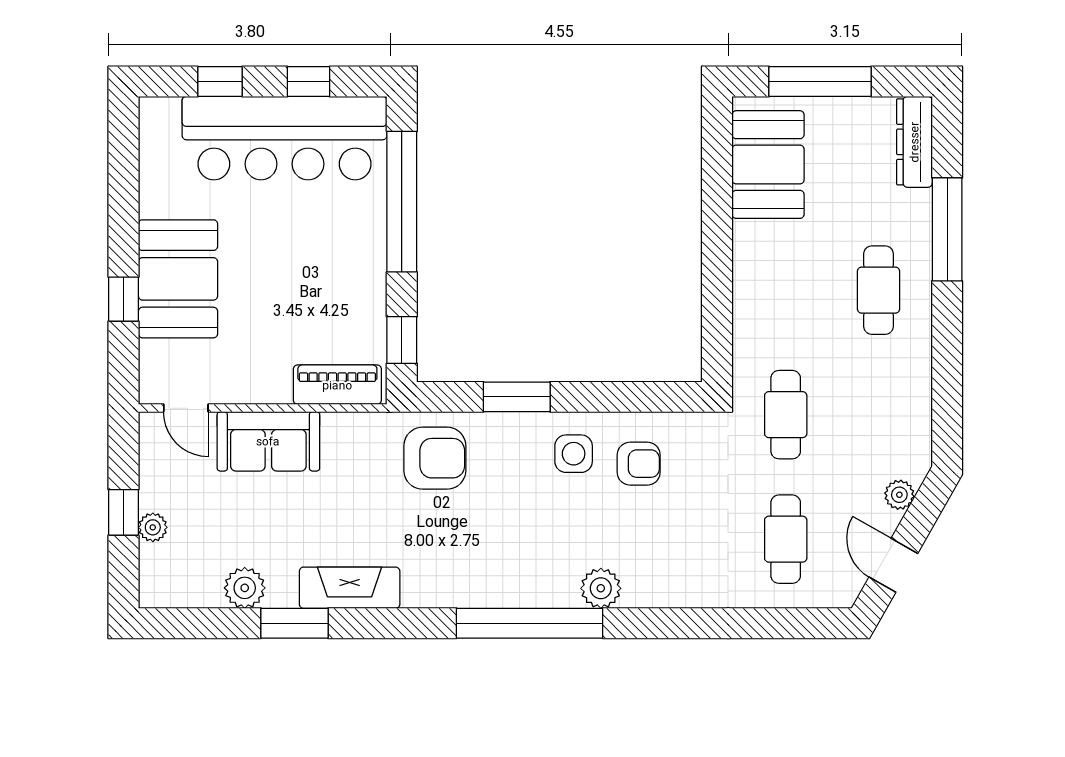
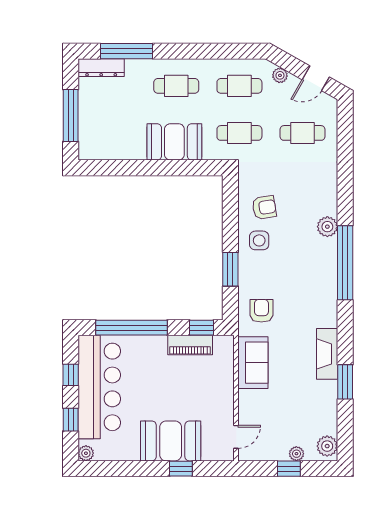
plant: (154, 112) -> (86, 453), added
booth: (768, 165) -> (174, 142), moved
window: (947, 229) -> (127, 51), moved
piano: (337, 385) -> (190, 345), moved, turned -90
cafe table: (879, 415) -> (239, 86), added
sofa: (268, 441) -> (253, 363), moved
armchair: (435, 458) -> (261, 311), width x0.72, depth x0.72
armchair: (639, 464) -> (264, 207), turned 81
plant: (245, 588) -> (327, 446), moved

